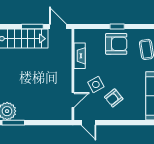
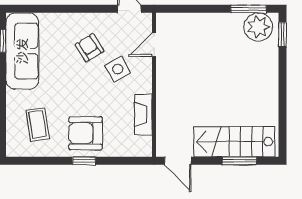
window: (32, 26) -> (239, 161), moved
armchair: (114, 98) -> (89, 48), turned -83

